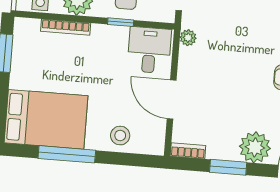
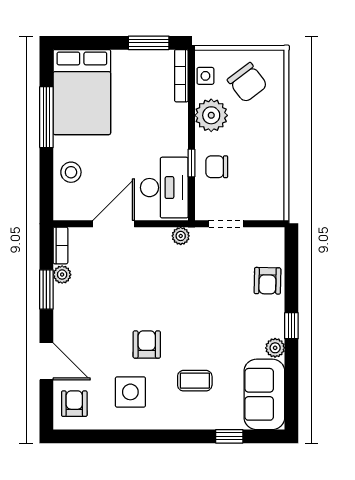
bookcase: (66, 27) -> (181, 76), moved
desk: (149, 50) -> (164, 188), width x1.37
plant: (255, 147) -> (62, 275), moved, width x0.53, depth x0.53

